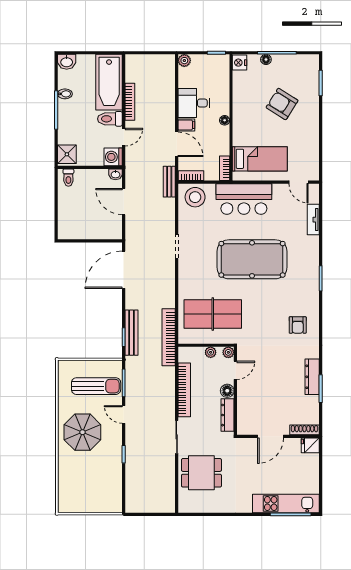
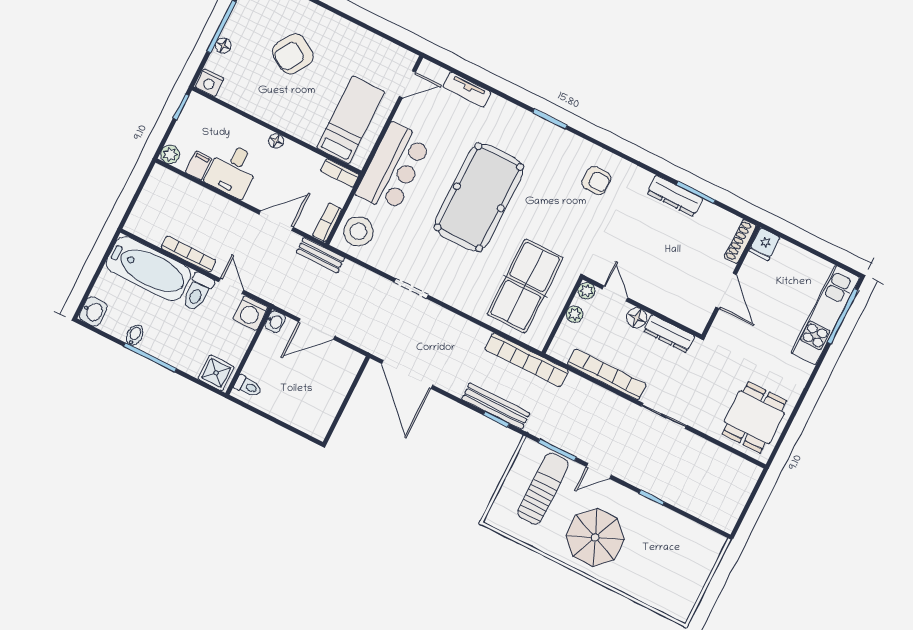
filing cabinet: (186, 125) -> (199, 165), moved
dining table: (201, 473) -> (754, 417), moved

